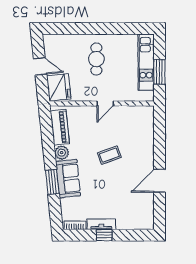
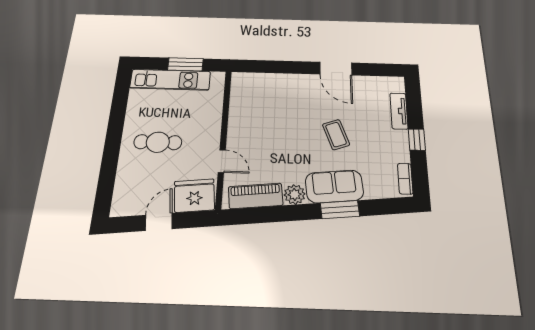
door: (105, 104) -> (222, 161), moved
coffee table: (109, 155) -> (336, 135), moved
tv unit: (101, 224) -> (399, 111), moved

